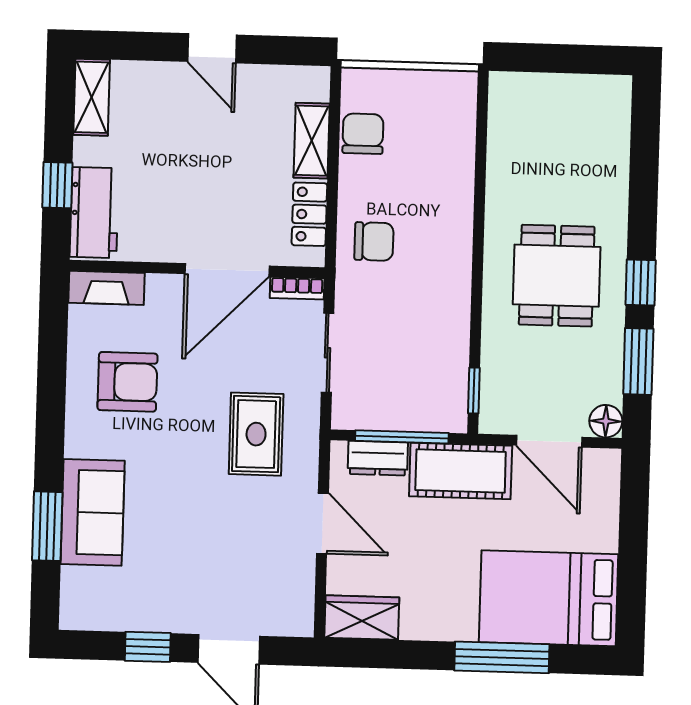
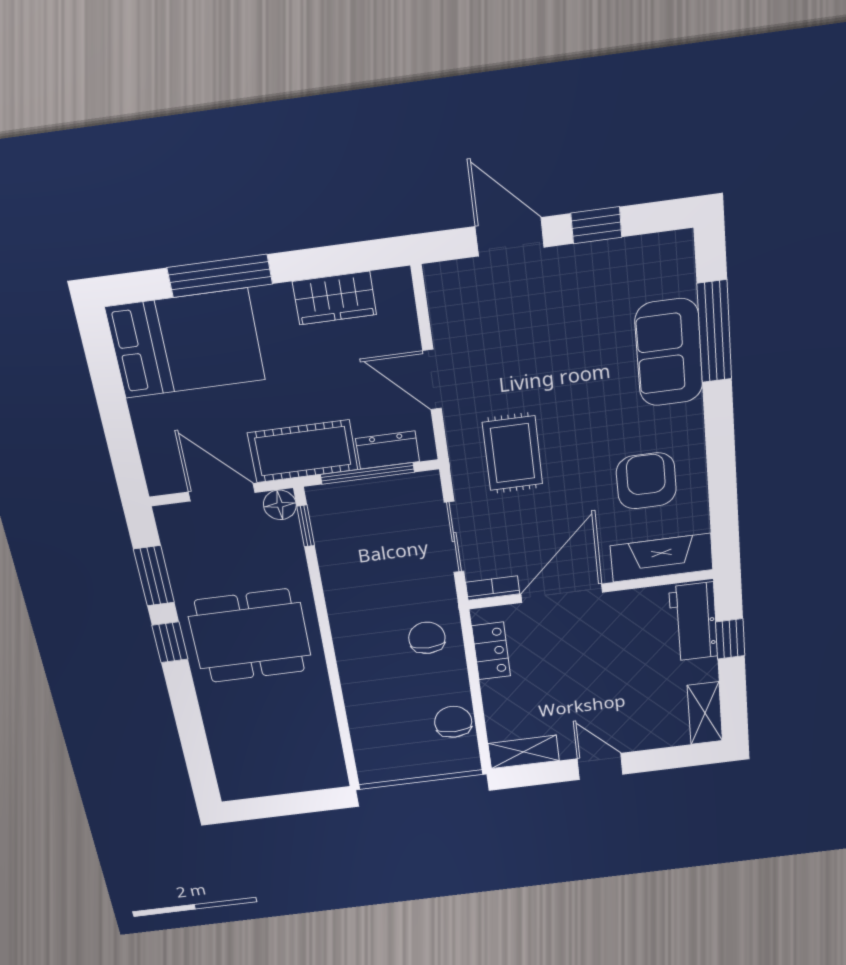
chair: (363, 134) -> (453, 722), turned 180
shelving: (312, 141) -> (524, 752), moved, turned 90
chair: (374, 241) -> (427, 638), turned 90
dining table: (557, 276) -> (250, 636), width x1.38
fireplace: (106, 288) -> (662, 558), width x1.37, depth x1.32
armchair: (127, 382) -> (646, 481), turned 90
floor lamp: (606, 421) -> (280, 505), moved
window: (47, 526) -> (714, 332), width x1.44
wardrobe: (362, 618) -> (335, 298), moved

